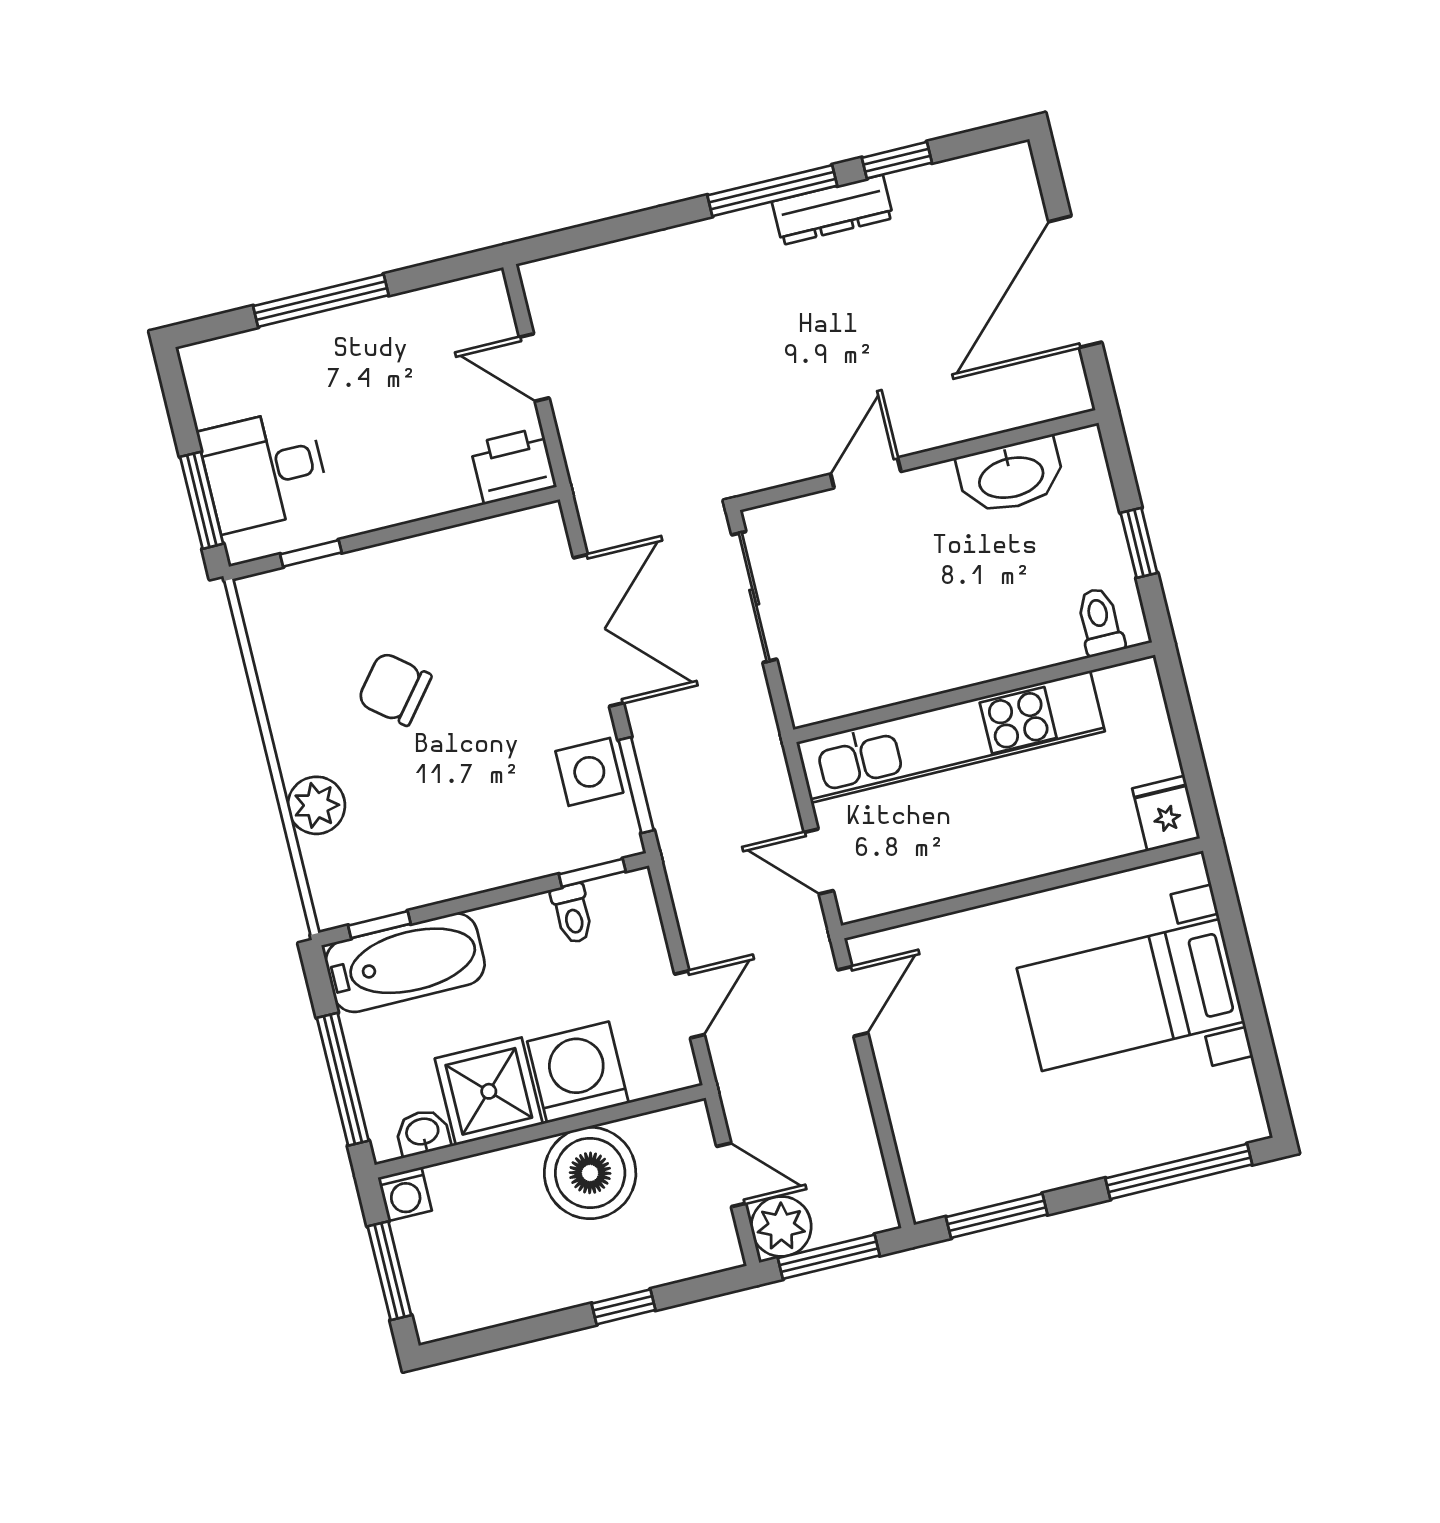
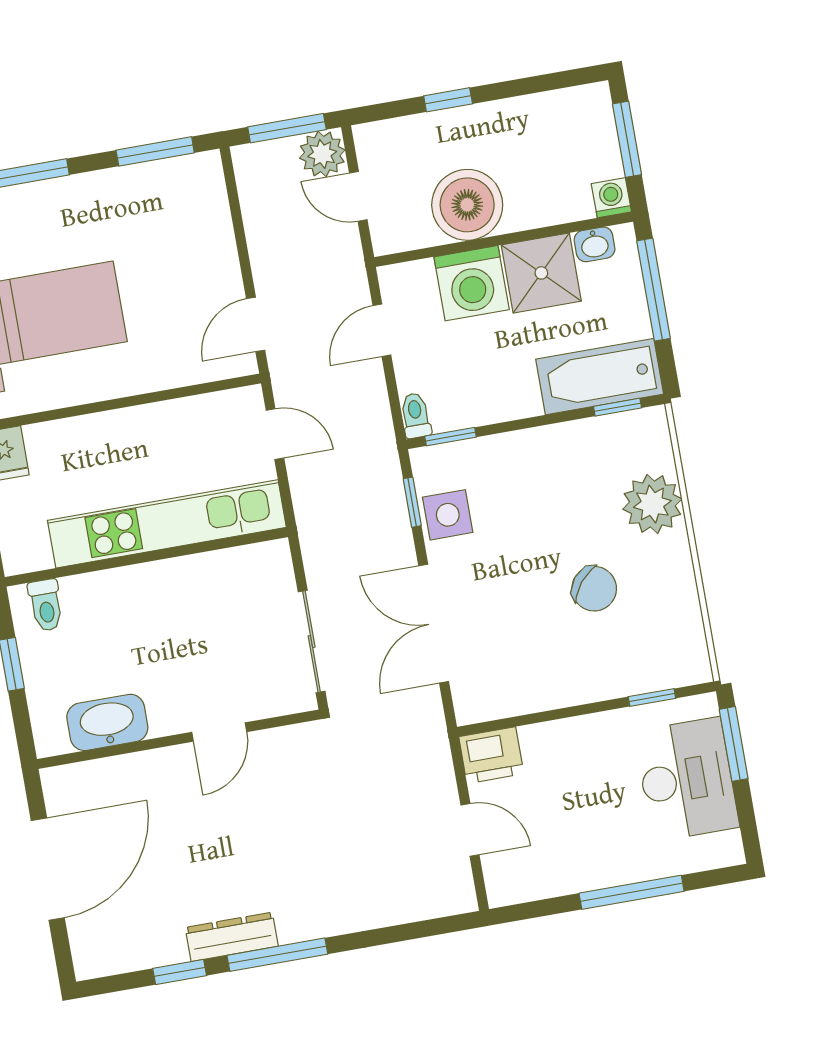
desk: (264, 470) -> (687, 779), width x1.37
window: (636, 785) -> (412, 502), width x0.67
plant: (316, 805) -> (652, 504), width x1.36, depth x1.36
toilet: (572, 913) -> (416, 415), moved

